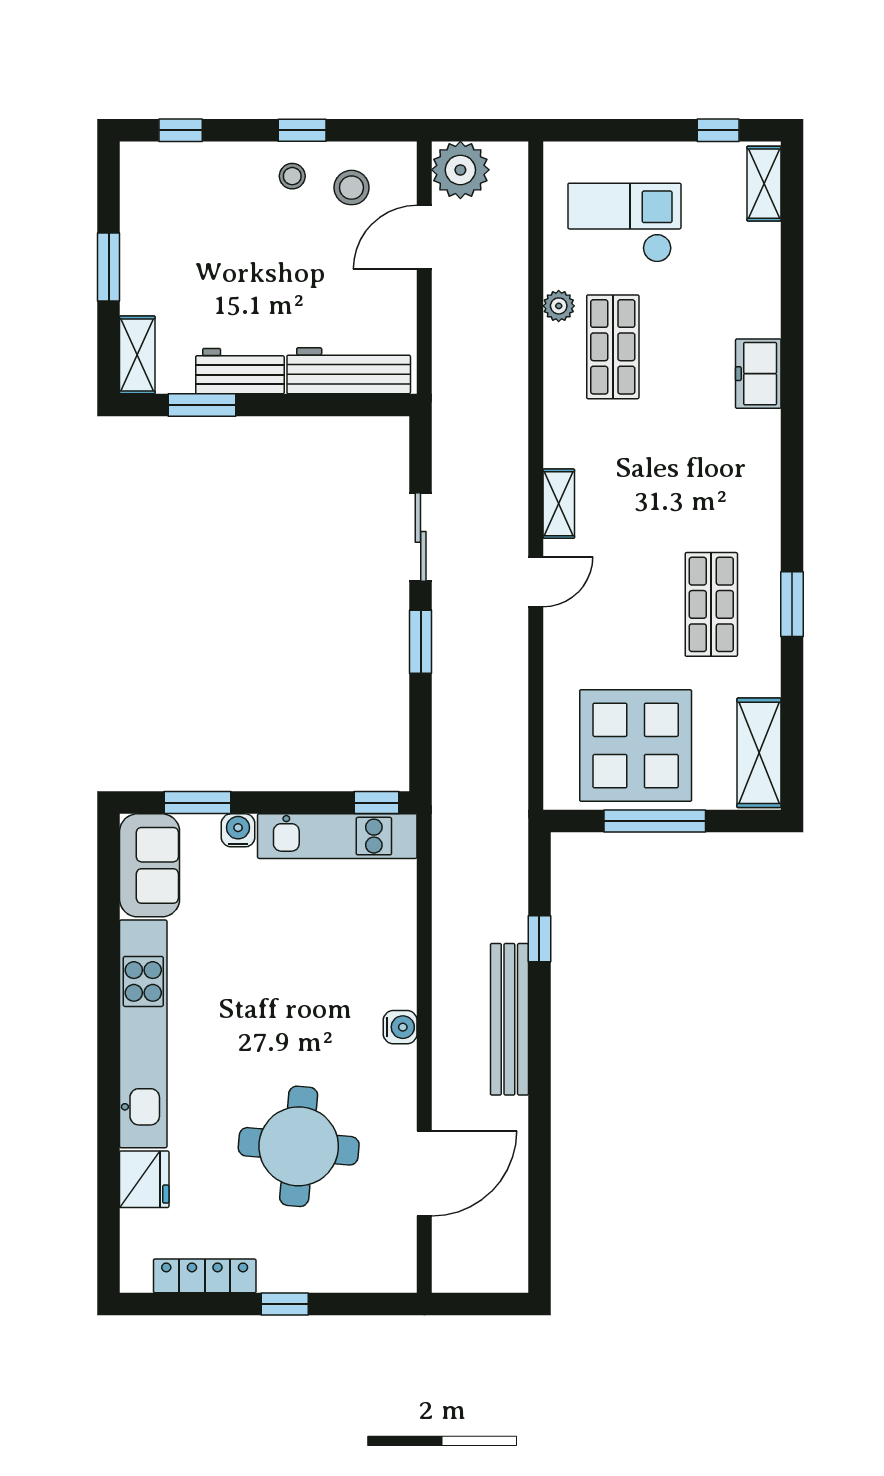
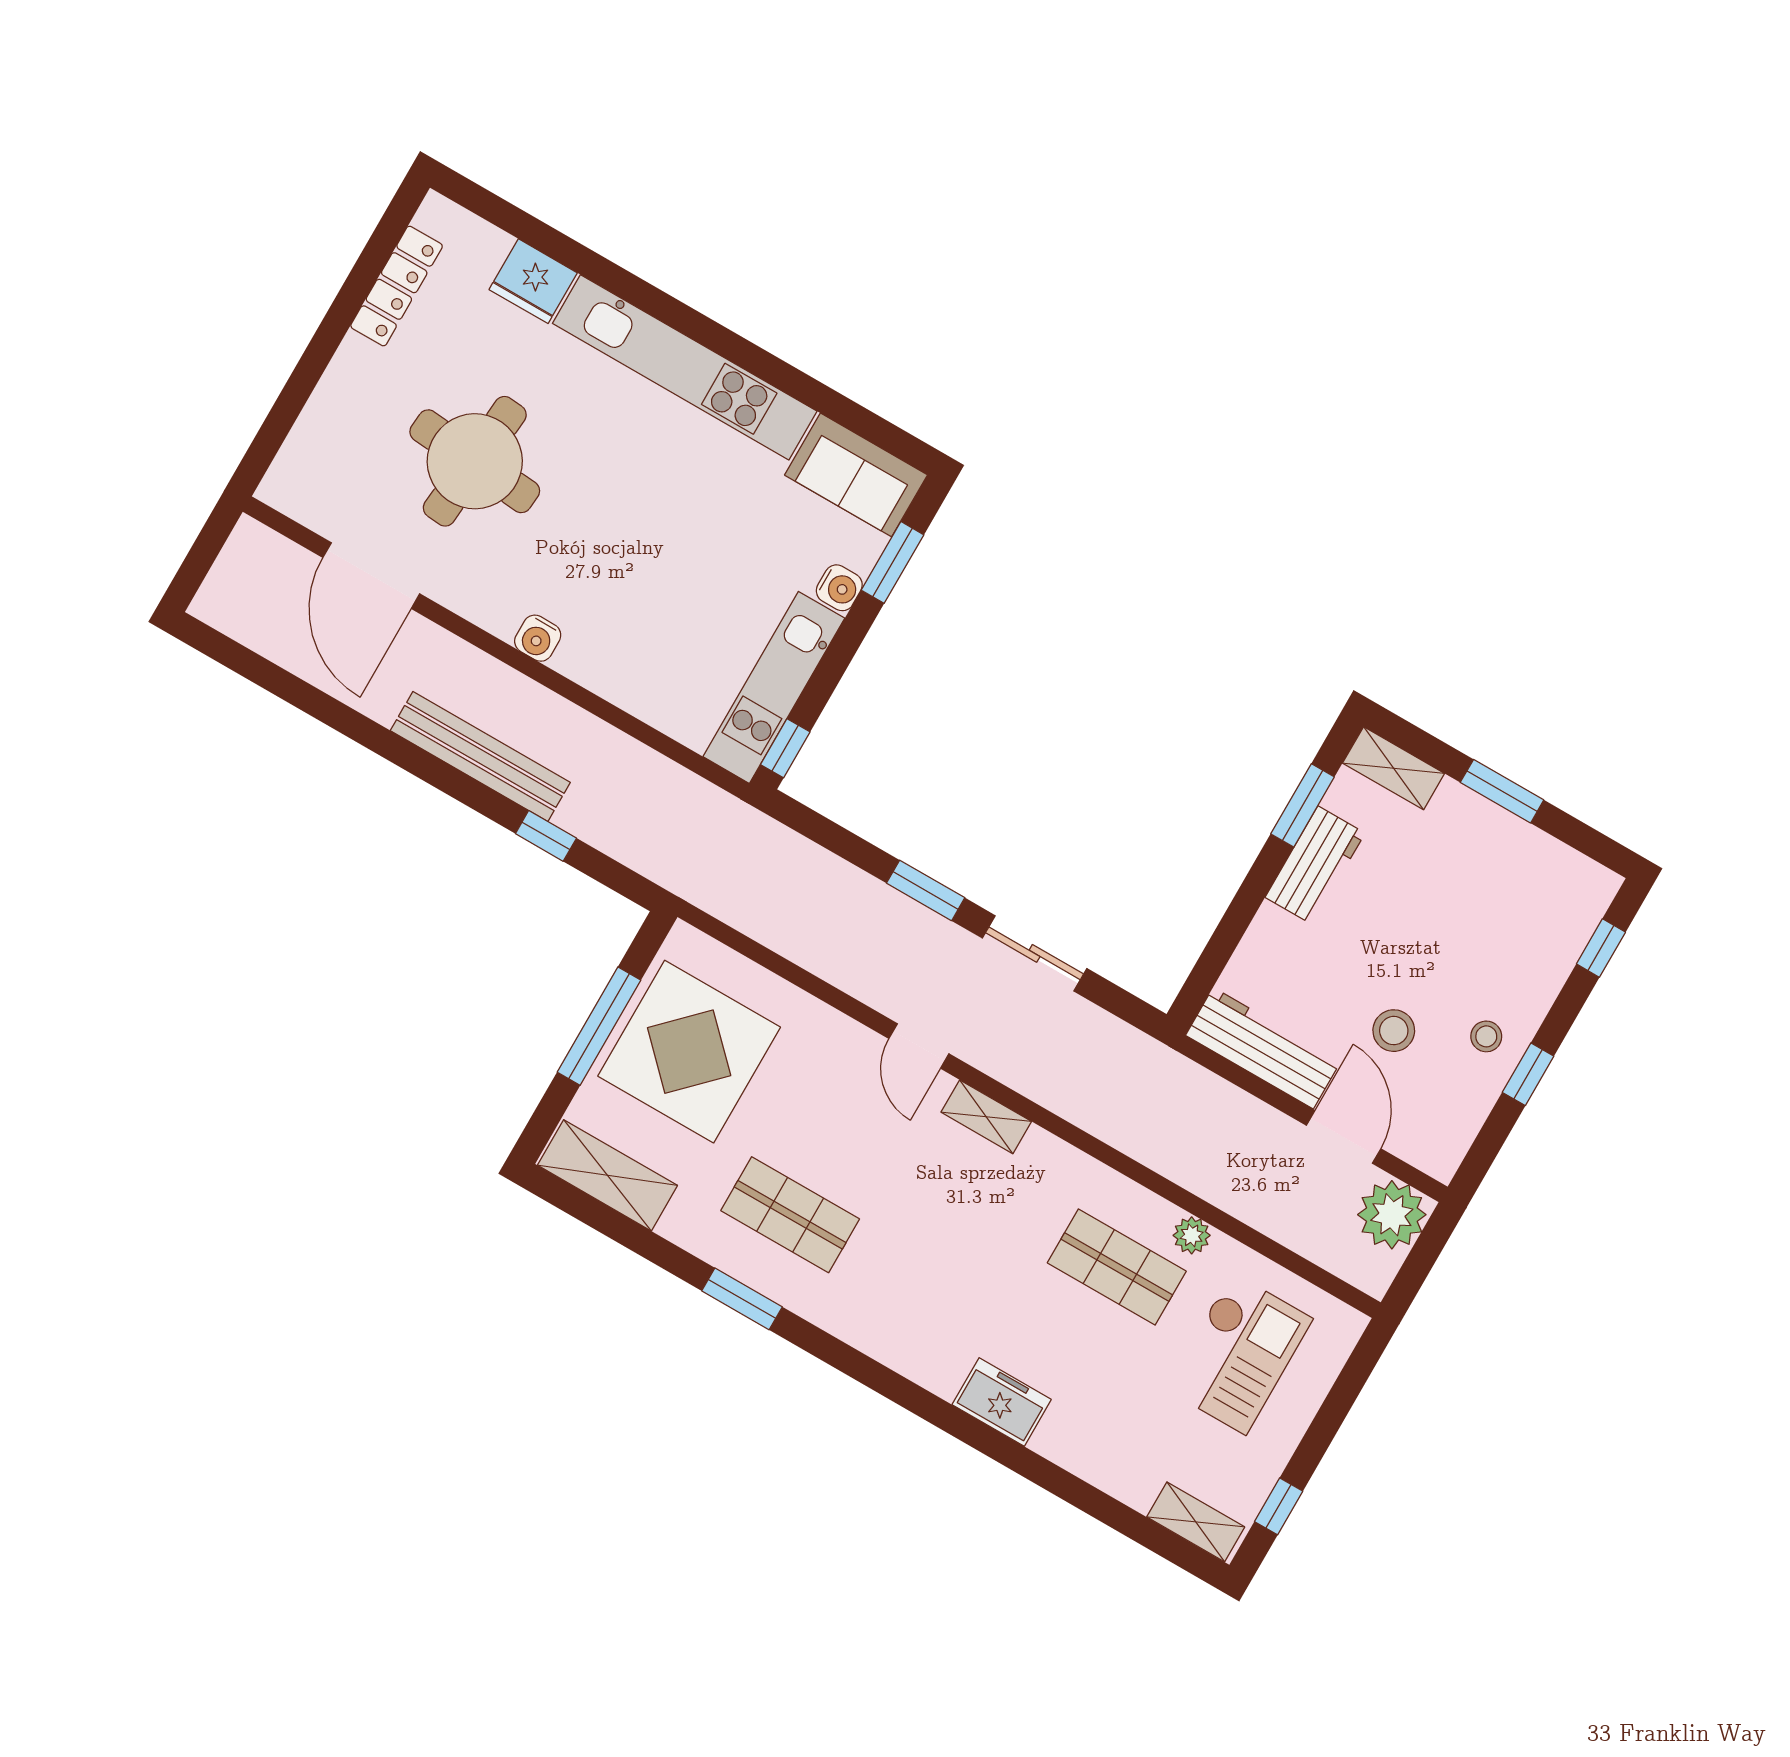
stool: (351, 188) -> (1394, 1031), moved
workbench: (349, 371) -> (1263, 1048), moved, turned -90
window: (285, 1304) -> (319, 352), removed

